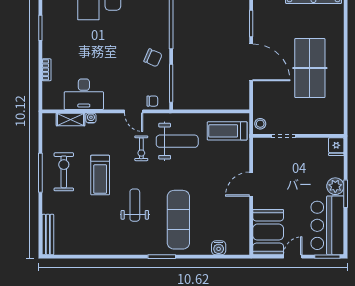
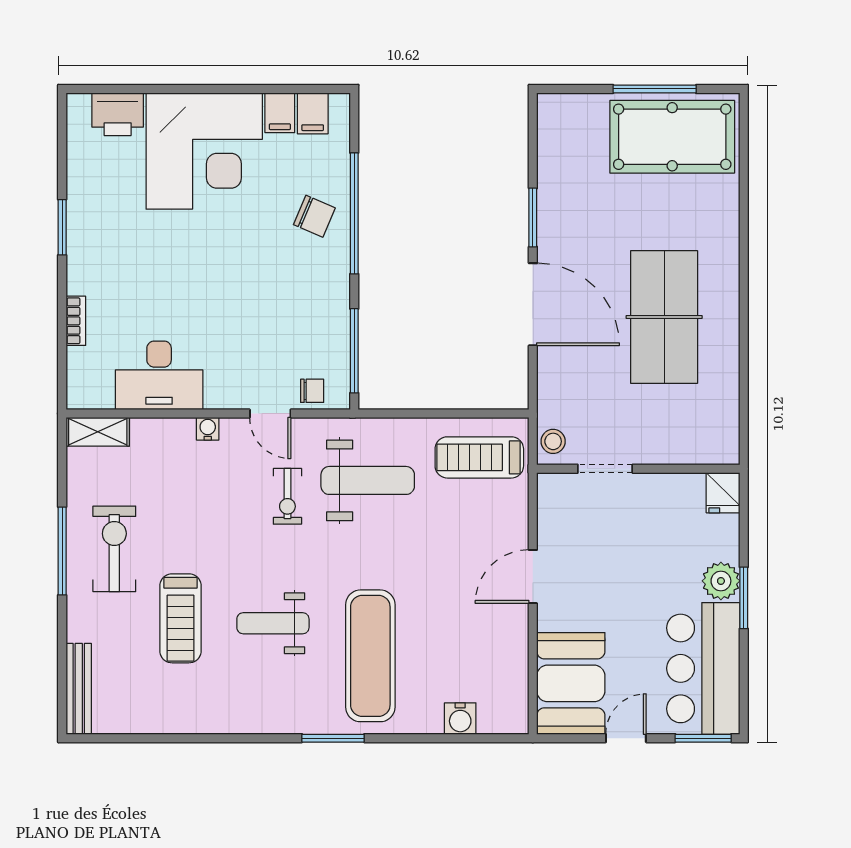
chair: (153, 58) -> (314, 216), moved
water cooler: (91, 118) -> (208, 429), moved
shelving: (71, 119) -> (98, 432), moved
treadmill: (100, 175) -> (181, 618), moved
weight bench: (135, 205) -> (273, 623), turned -90

